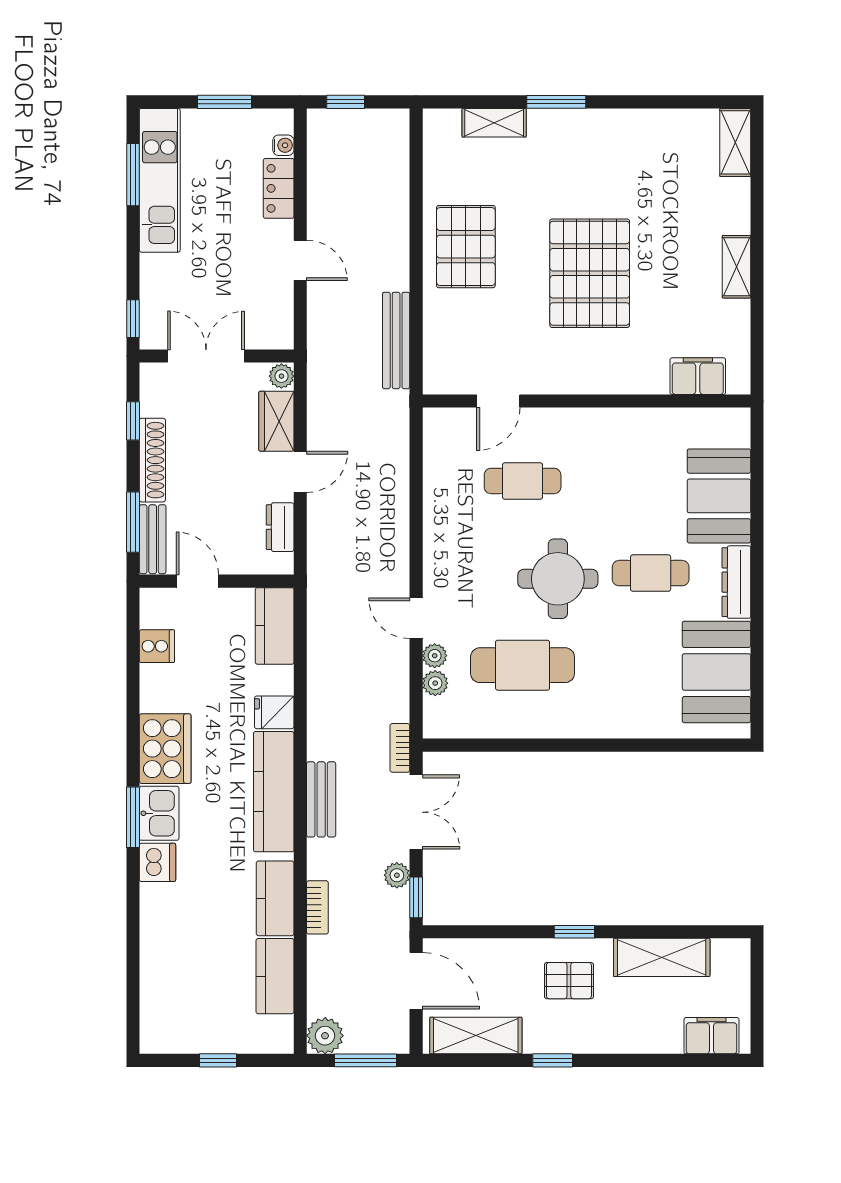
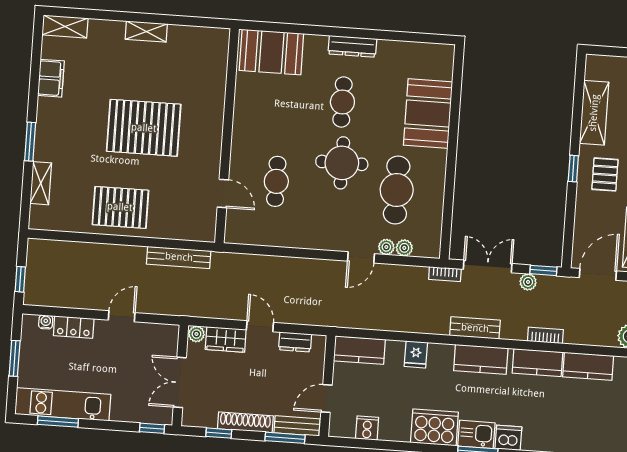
filing cabinet: (698, 376) -> (51, 78), moved, turned 180
booth: (719, 496) -> (271, 52), moved
booth: (716, 672) -> (428, 113), moved, turned 90
kitchen counter: (274, 792) -> (481, 359), width x0.67

